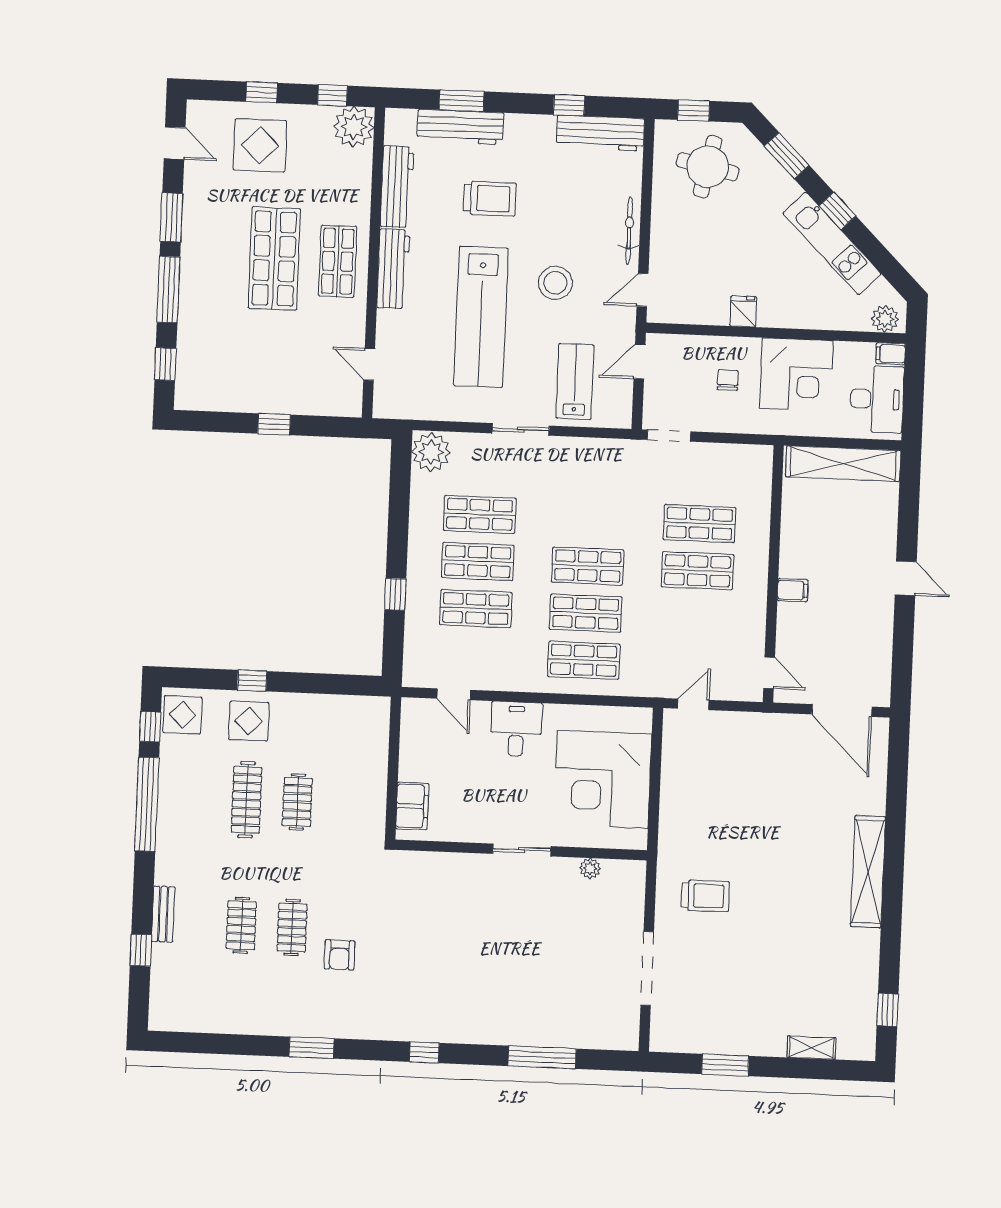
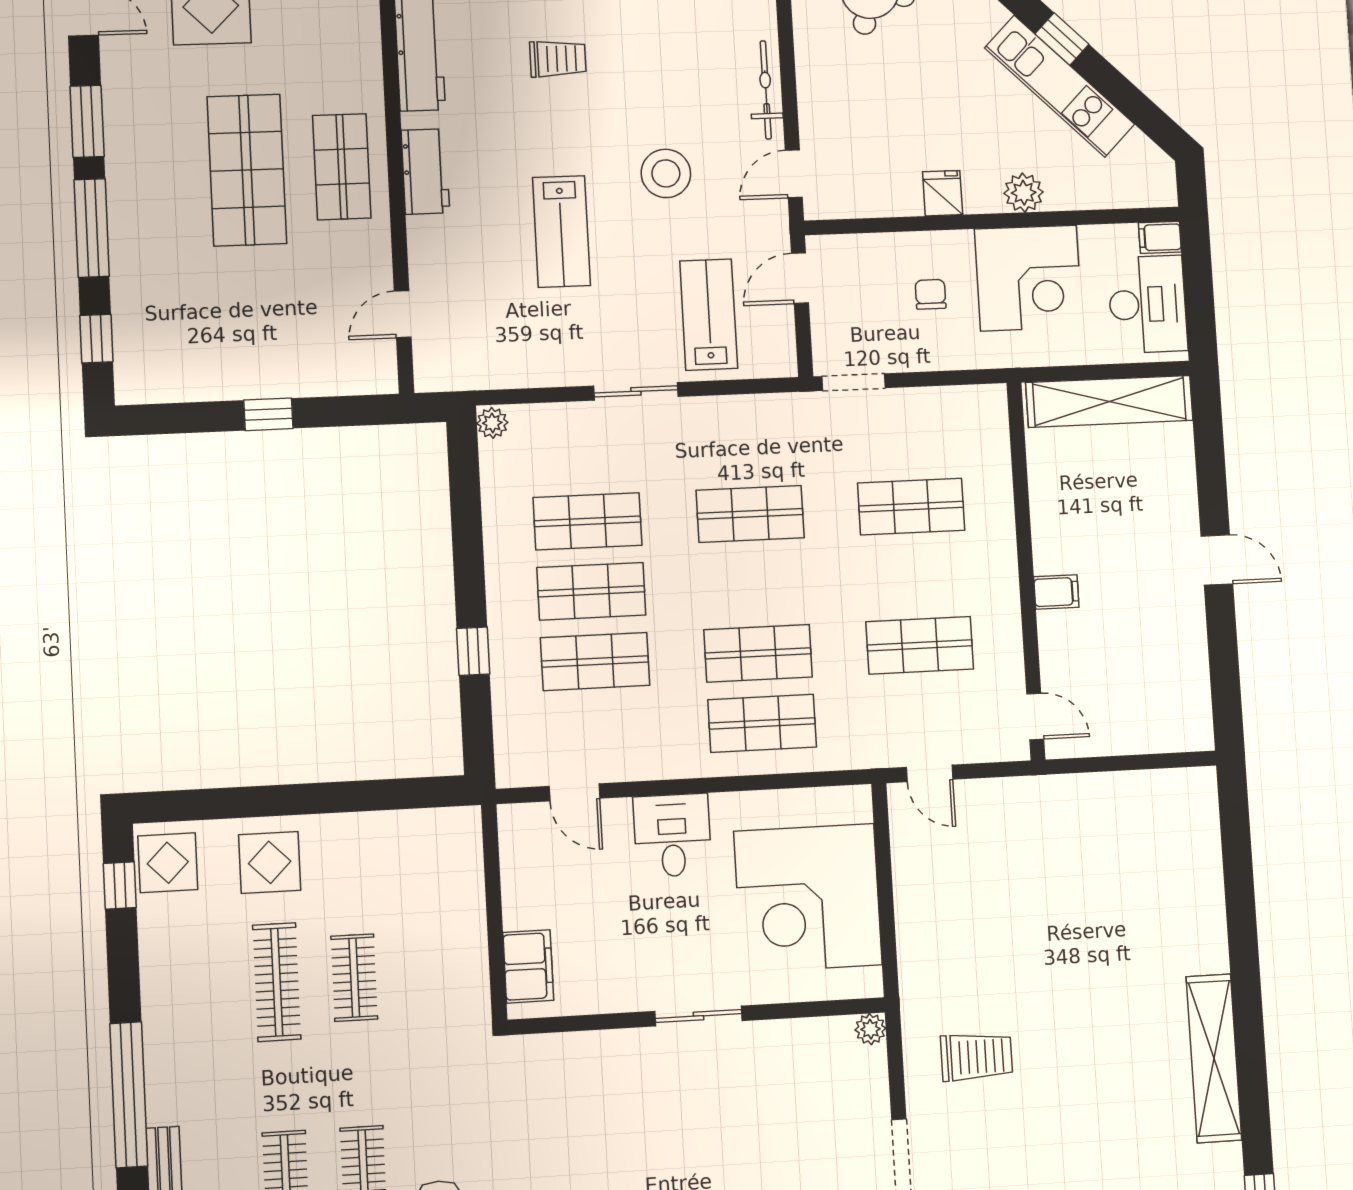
trolley: (490, 199) -> (558, 59), width x0.73, depth x0.72
workbench: (393, 269) -> (425, 172), width x0.73
lab bench: (481, 317) -> (561, 232), width x0.54, depth x0.72
plant: (885, 319) -> (1024, 193), moved
door: (369, 364) -> (403, 314), hinge flipped
plant: (431, 452) -> (492, 423), width x0.53, depth x0.53
shop shelf: (588, 566) -> (750, 514), moved
shop shelf: (697, 571) -> (920, 645), moved
window: (252, 681) -> (269, 801), removed
door: (693, 704) -> (930, 773), swing flipped
door: (842, 710) -> (1146, 762), removed
window: (147, 804) -> (129, 1095), moved
plant: (590, 868) -> (870, 1029), moved
shelving: (868, 872) -> (1214, 1058), moved

